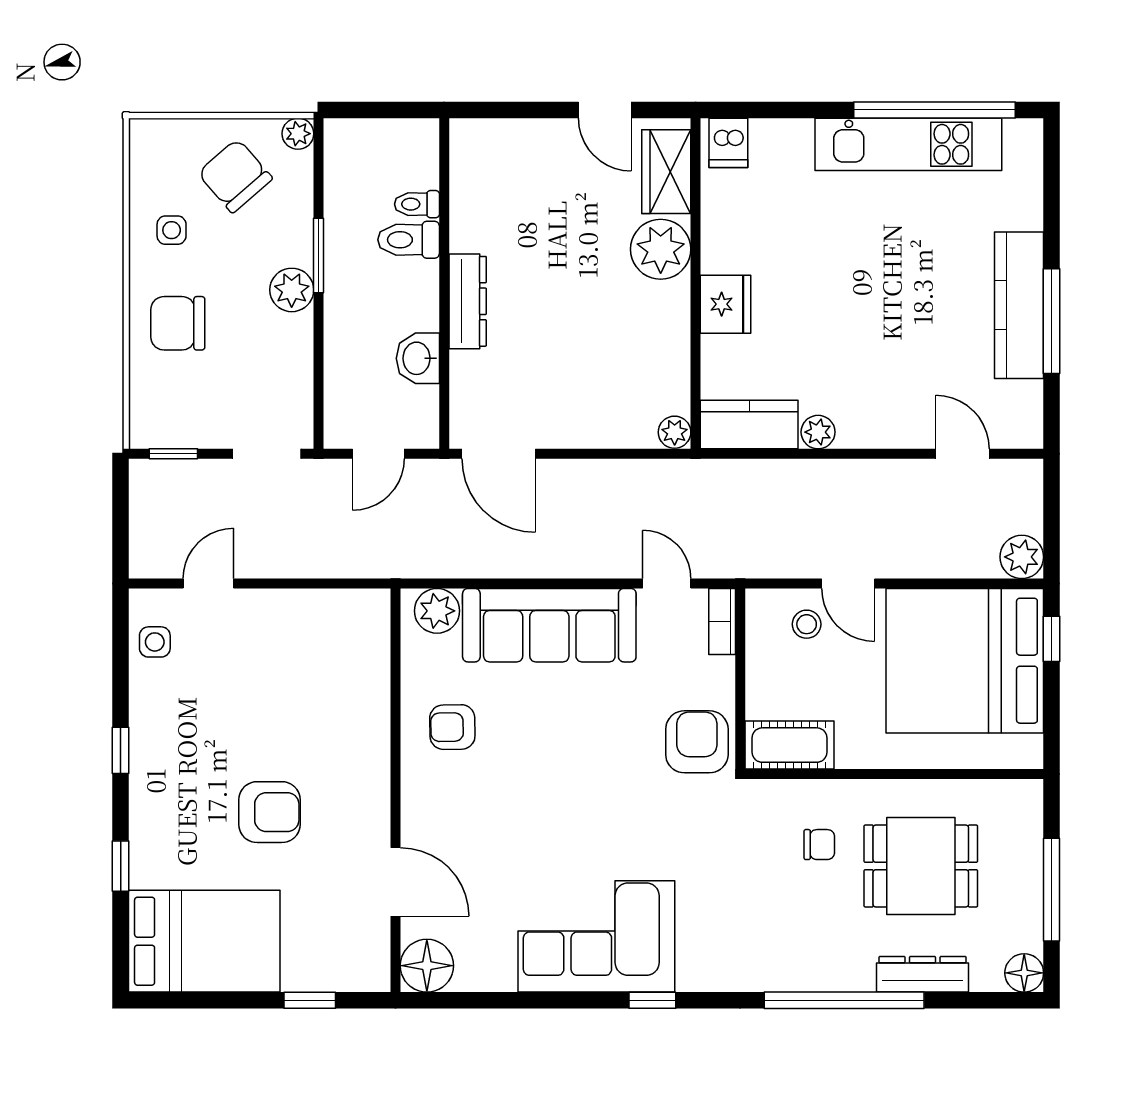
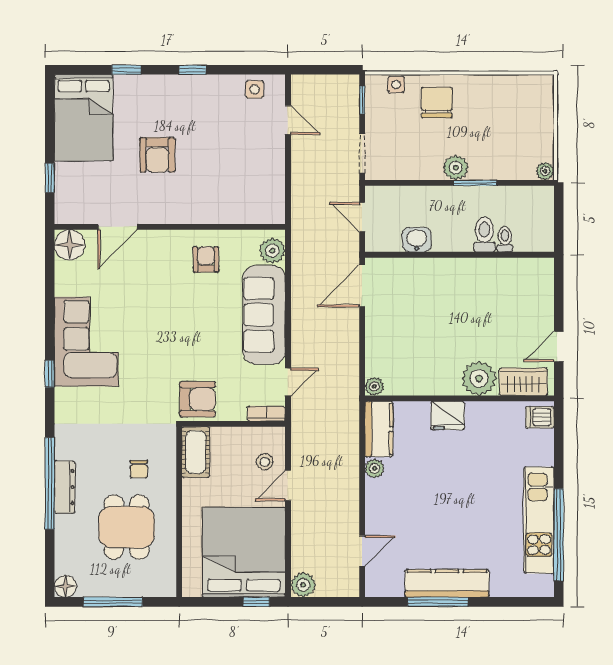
chair: (235, 176) -> (521, 135), removed
side table: (172, 230) -> (396, 85), moved
dresser: (468, 301) -> (449, 268), removed
dresser: (923, 974) -> (65, 487), moved

